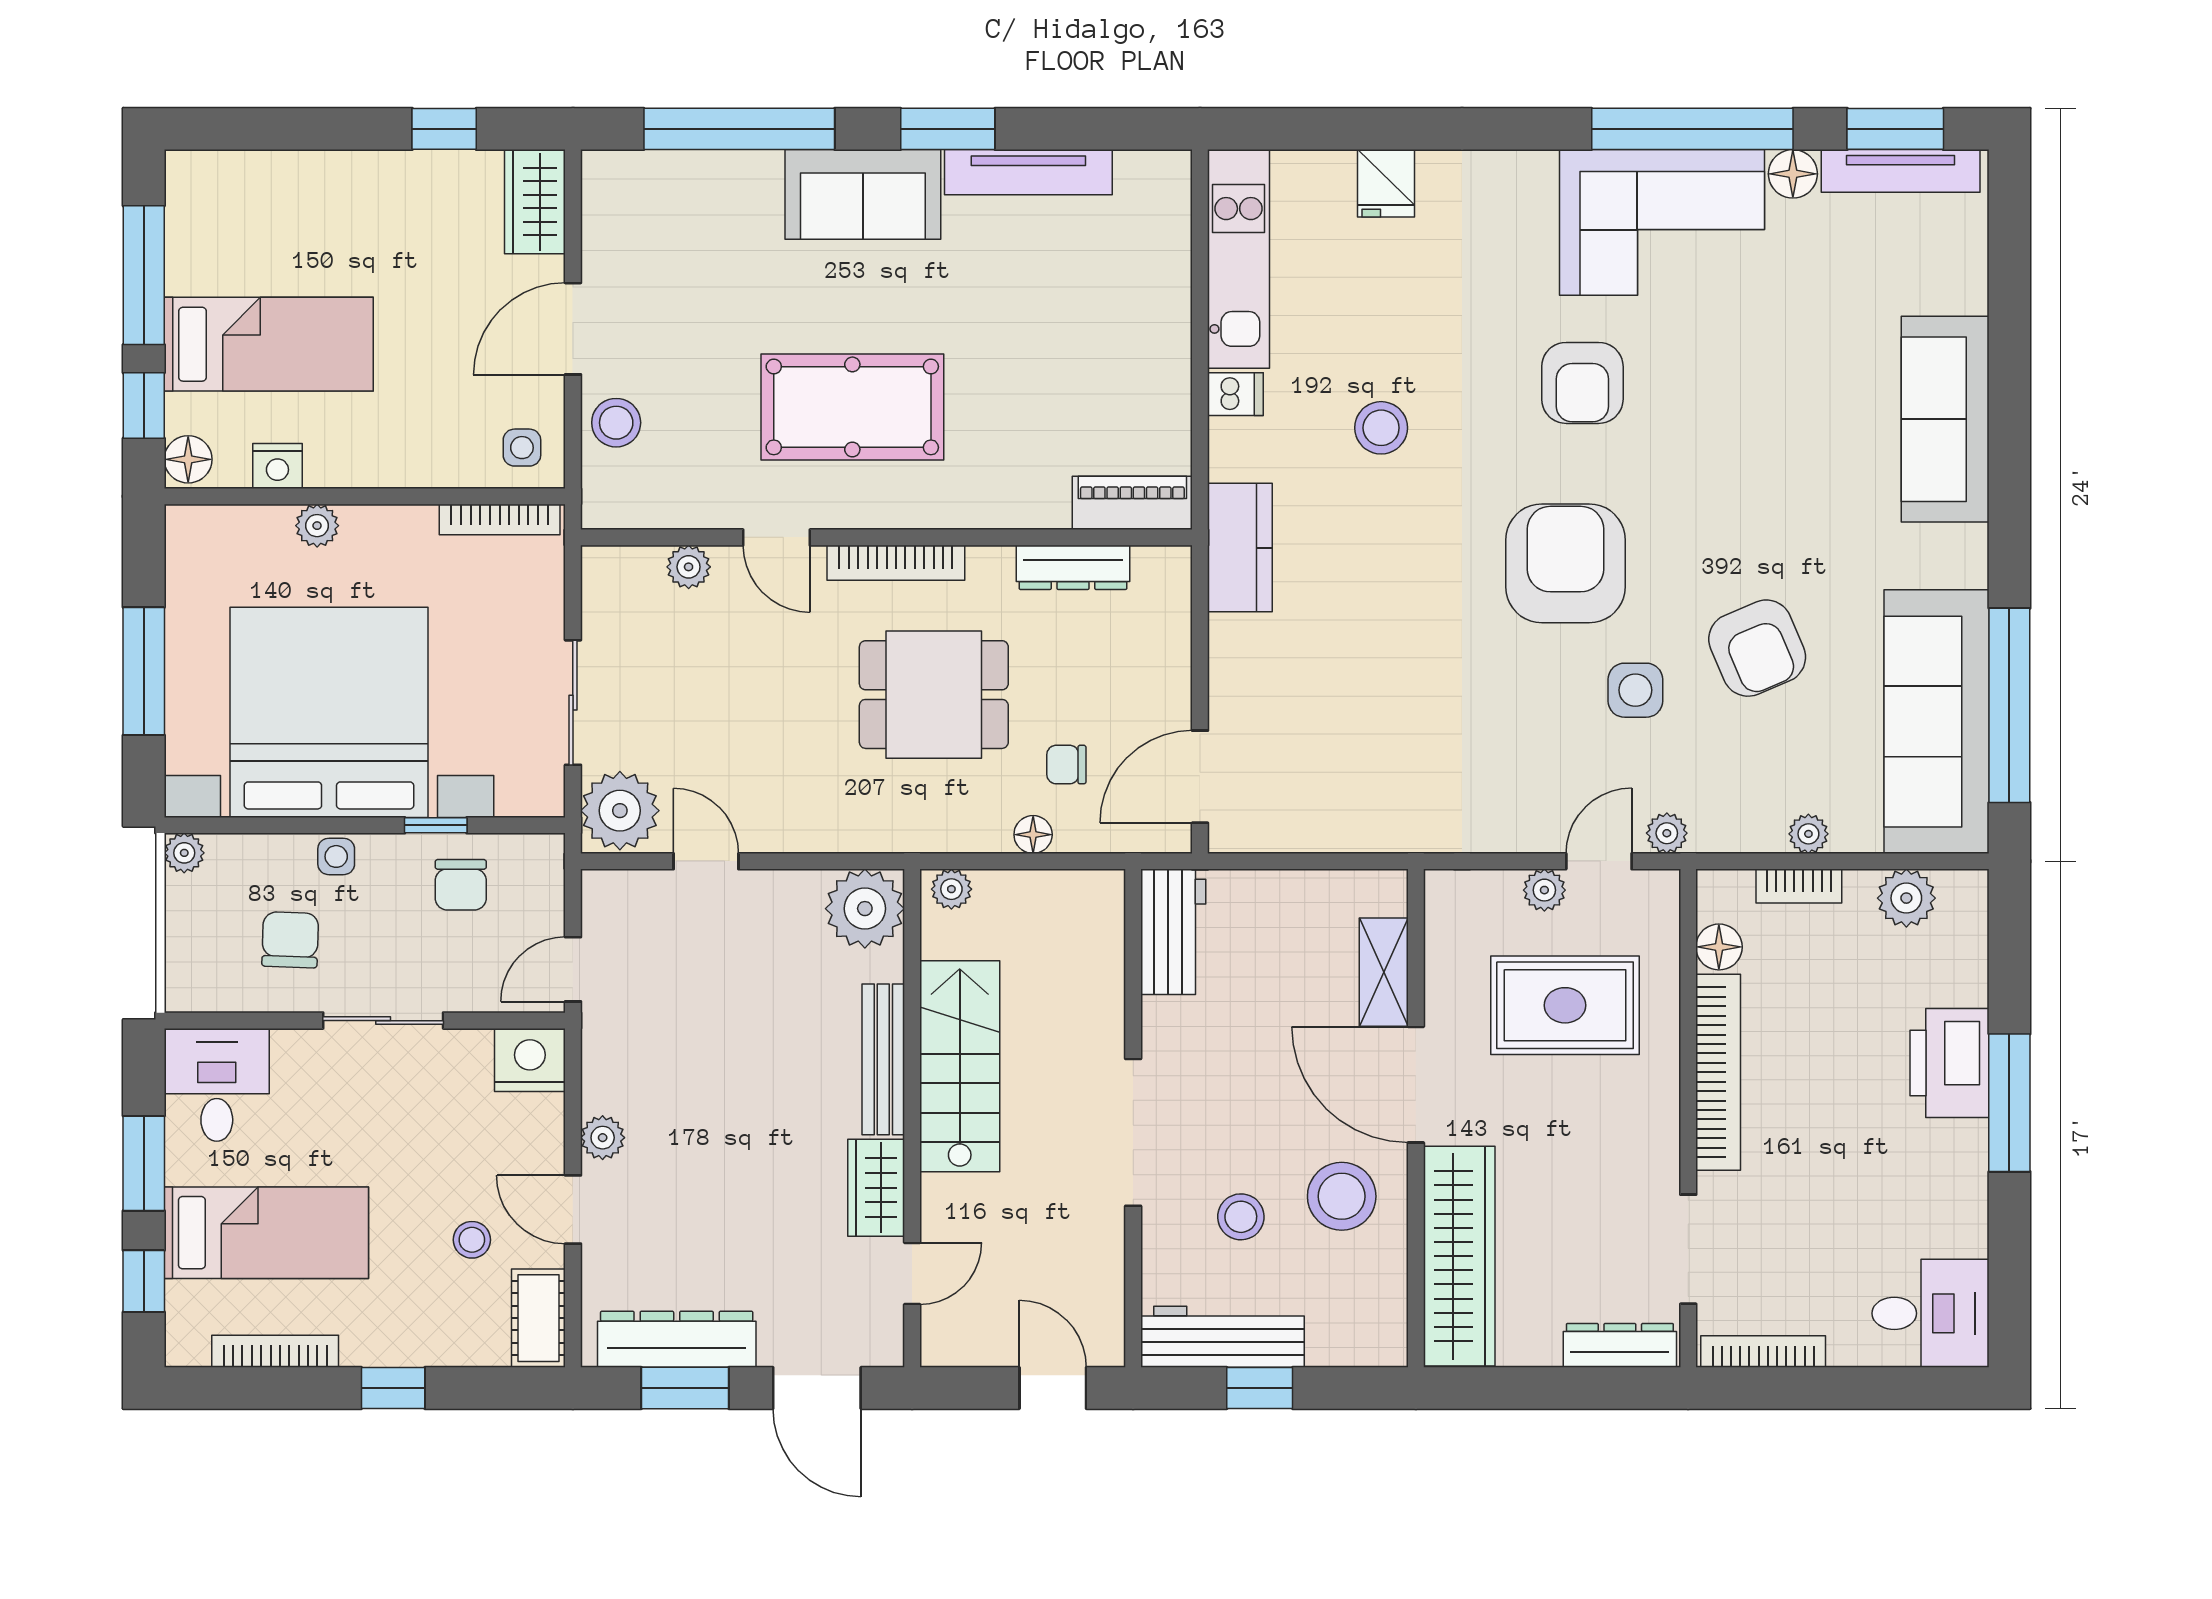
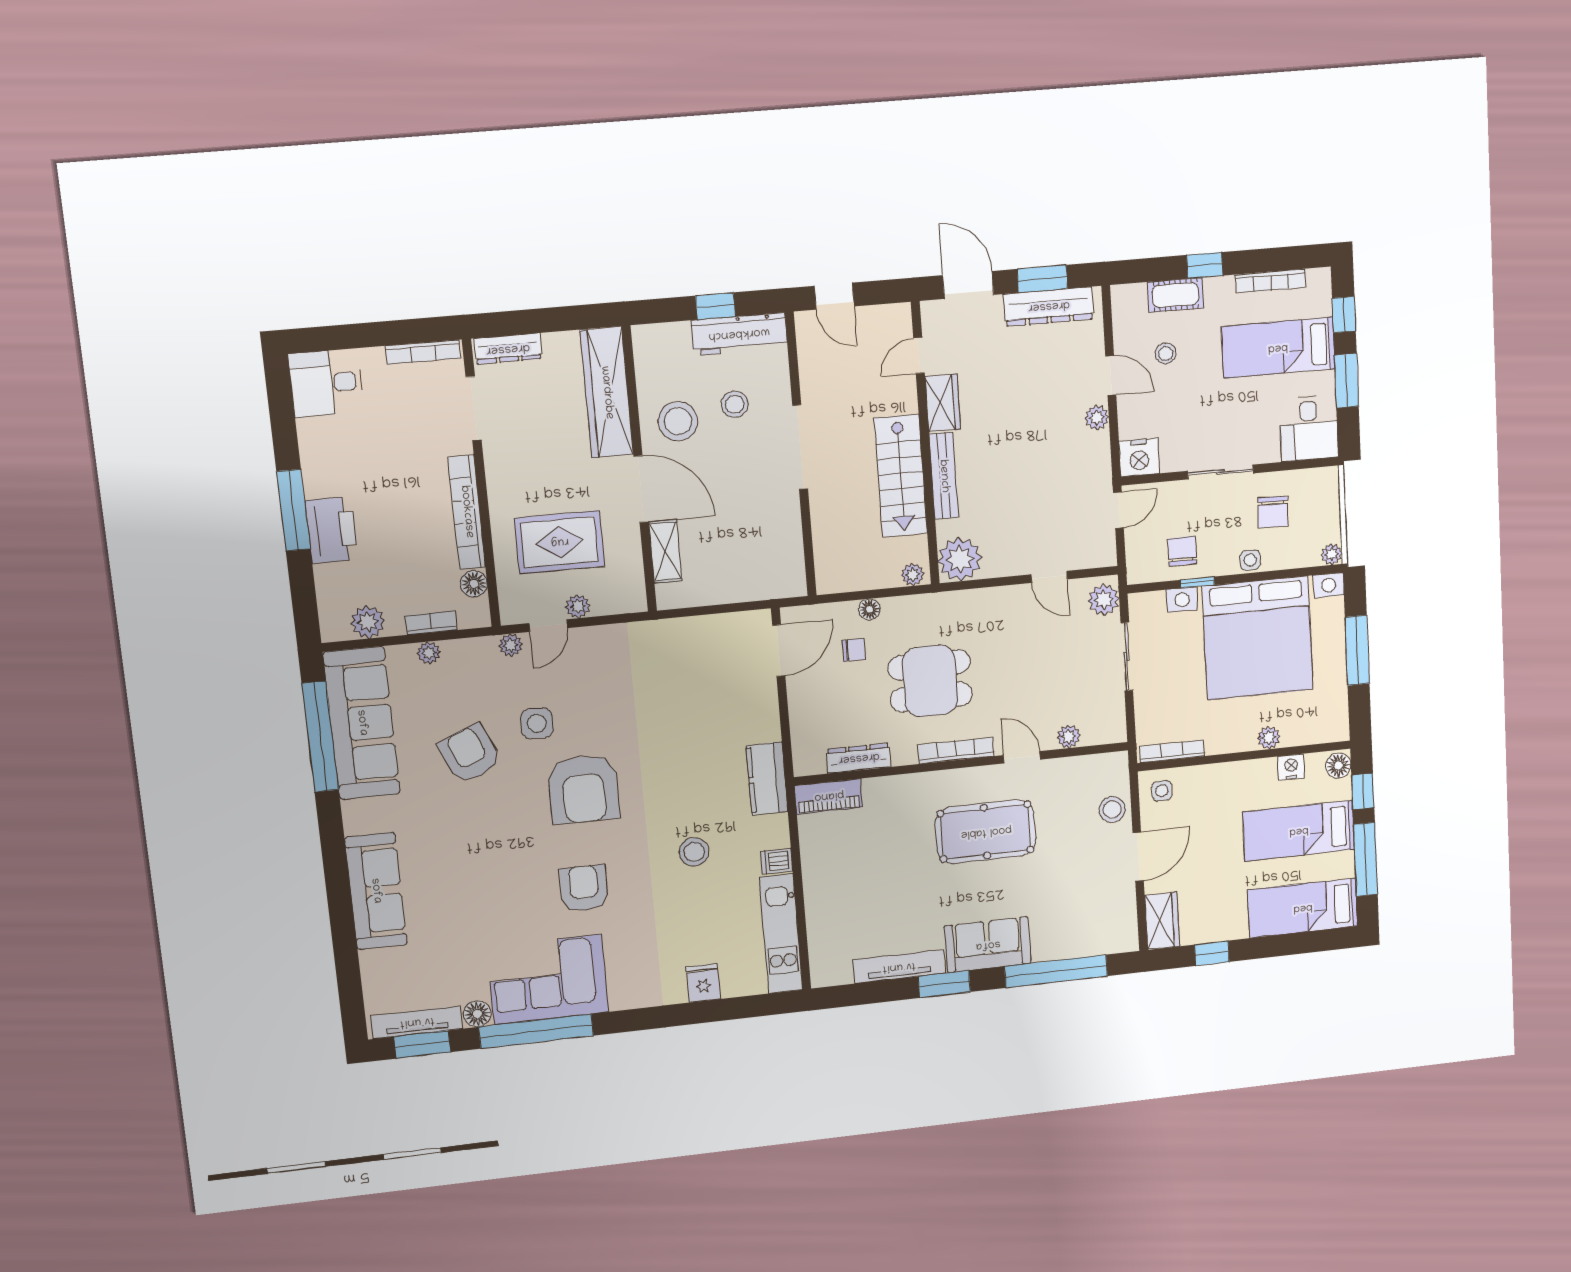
bed: (268, 196) -> (1303, 908), added
plant: (620, 811) -> (1104, 600), width x0.73, depth x0.73
workbench: (1173, 932) -> (787, 563), removed
cot: (538, 1318) -> (1175, 295), moved, turned 90

